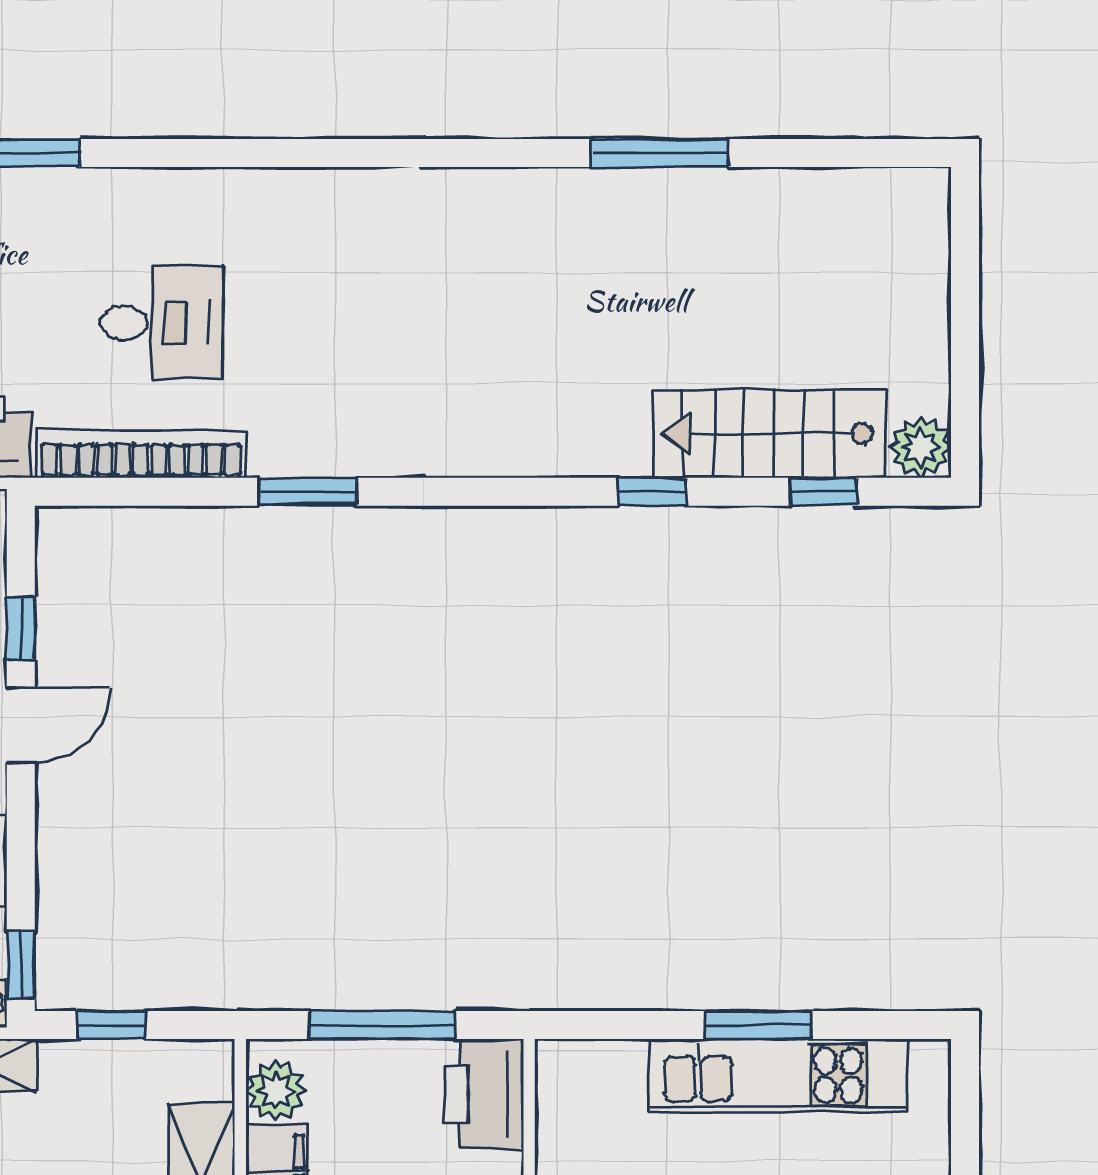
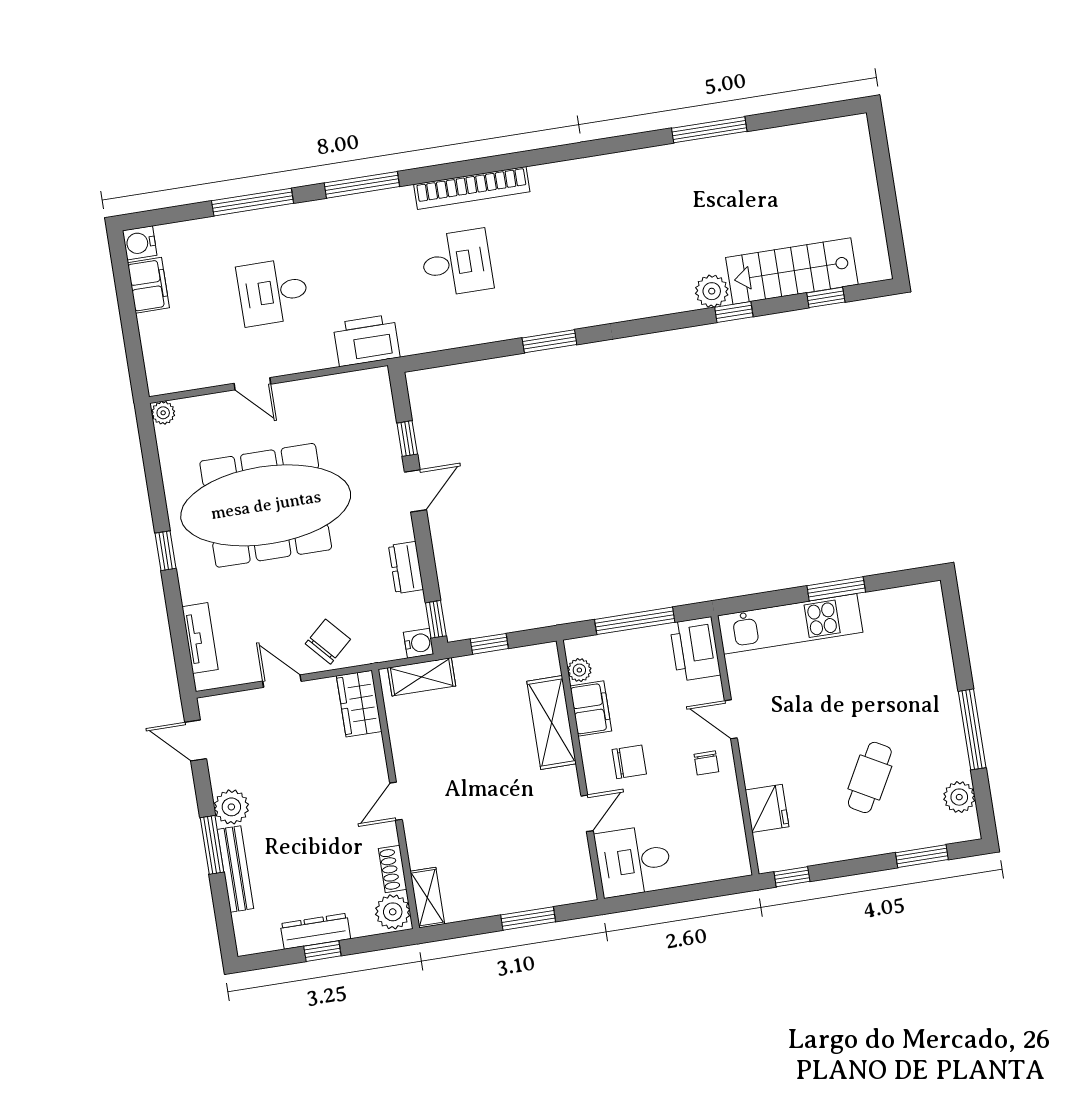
plant: (921, 447) -> (712, 291), moved
bookcase: (141, 454) -> (472, 188), moved, turned 180
kitchen unit: (778, 1075) -> (790, 624), moved
plant: (276, 1091) -> (579, 670), width x0.73, depth x0.73

